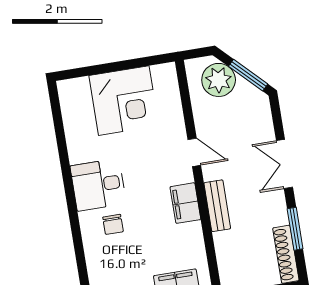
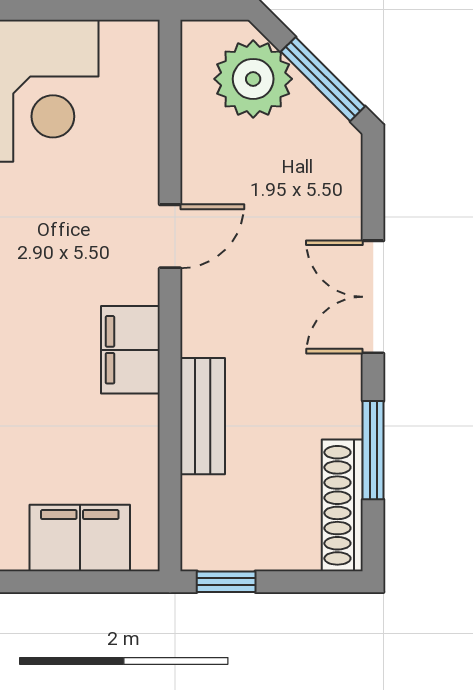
door: (194, 152) -> (170, 236), hinge flipped
bench: (217, 206) -> (203, 416), moved

